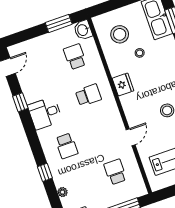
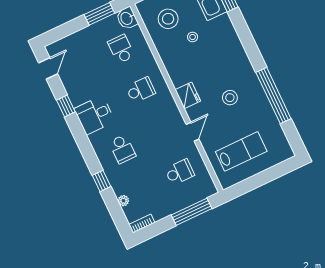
fridge: (123, 85) -> (188, 95), moved
school desk: (115, 172) -> (180, 172), turned 90

